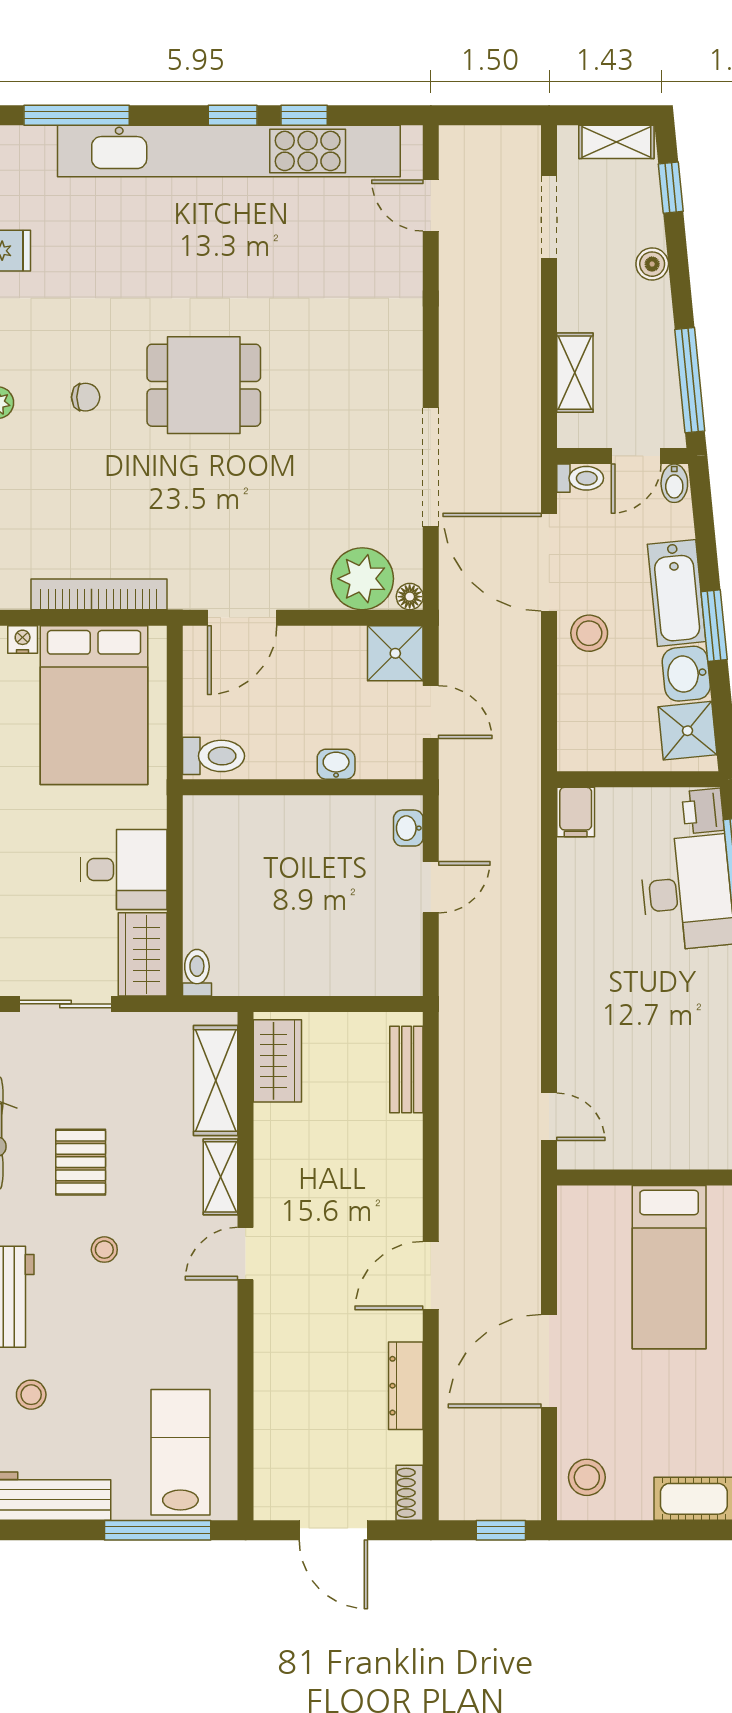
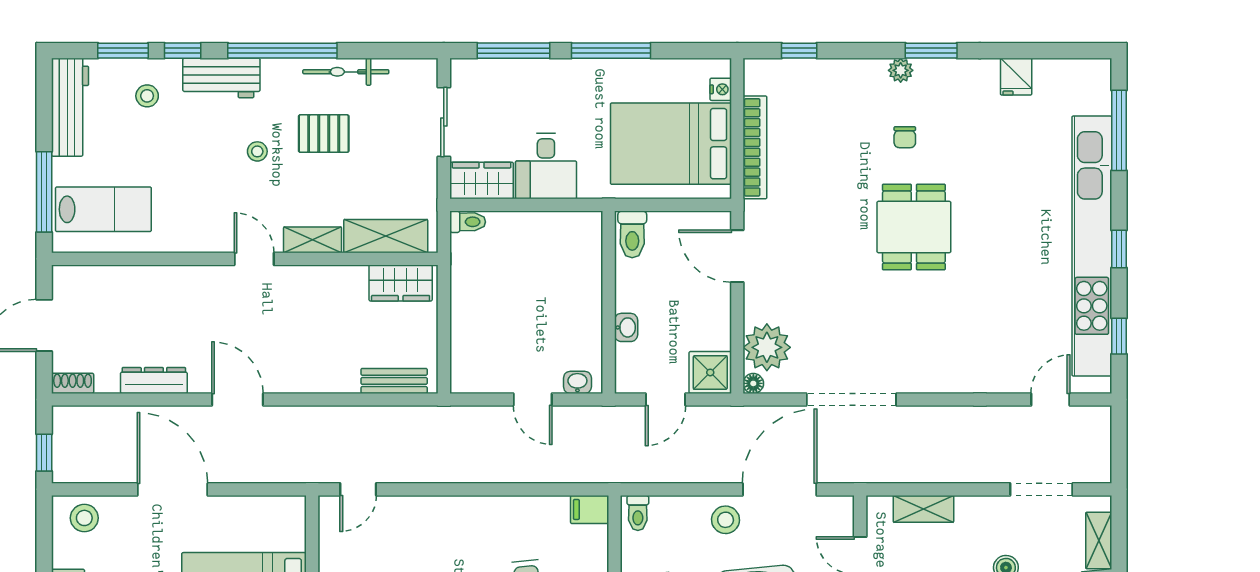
window: (304, 115) -> (1119, 336), moved
toilet: (580, 478) -> (638, 513), moved

